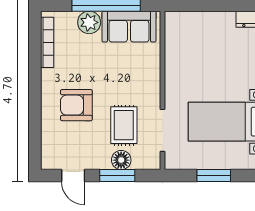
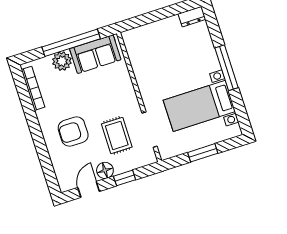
floor lamp: (121, 160) -> (105, 170), moved
door: (73, 175) -> (89, 189), swing flipped
window: (117, 175) -> (125, 178), width x0.67

